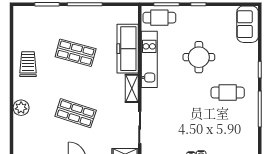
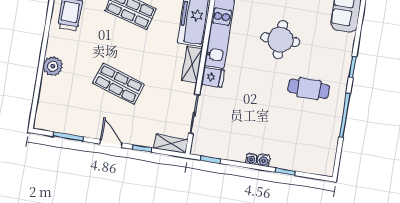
fridge: (150, 96) -> (213, 77), added

